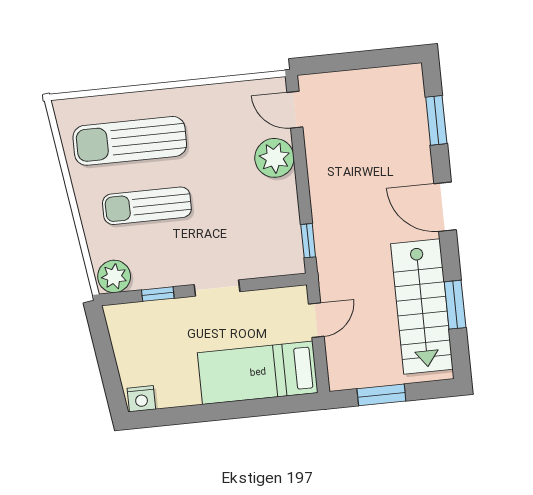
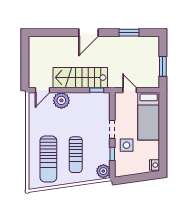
window: (436, 120) -> (53, 33), removed
stairs: (422, 306) -> (80, 78), moved, turned 180
side table: (182, 326) -> (127, 145), added

